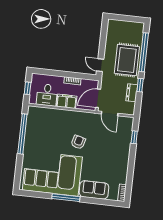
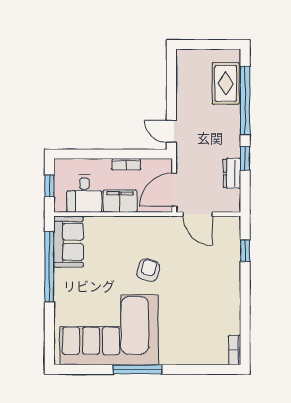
rug: (127, 60) -> (226, 83), moved, width x0.73, depth x0.70
sofa: (94, 190) -> (68, 242), moved, turned 90

